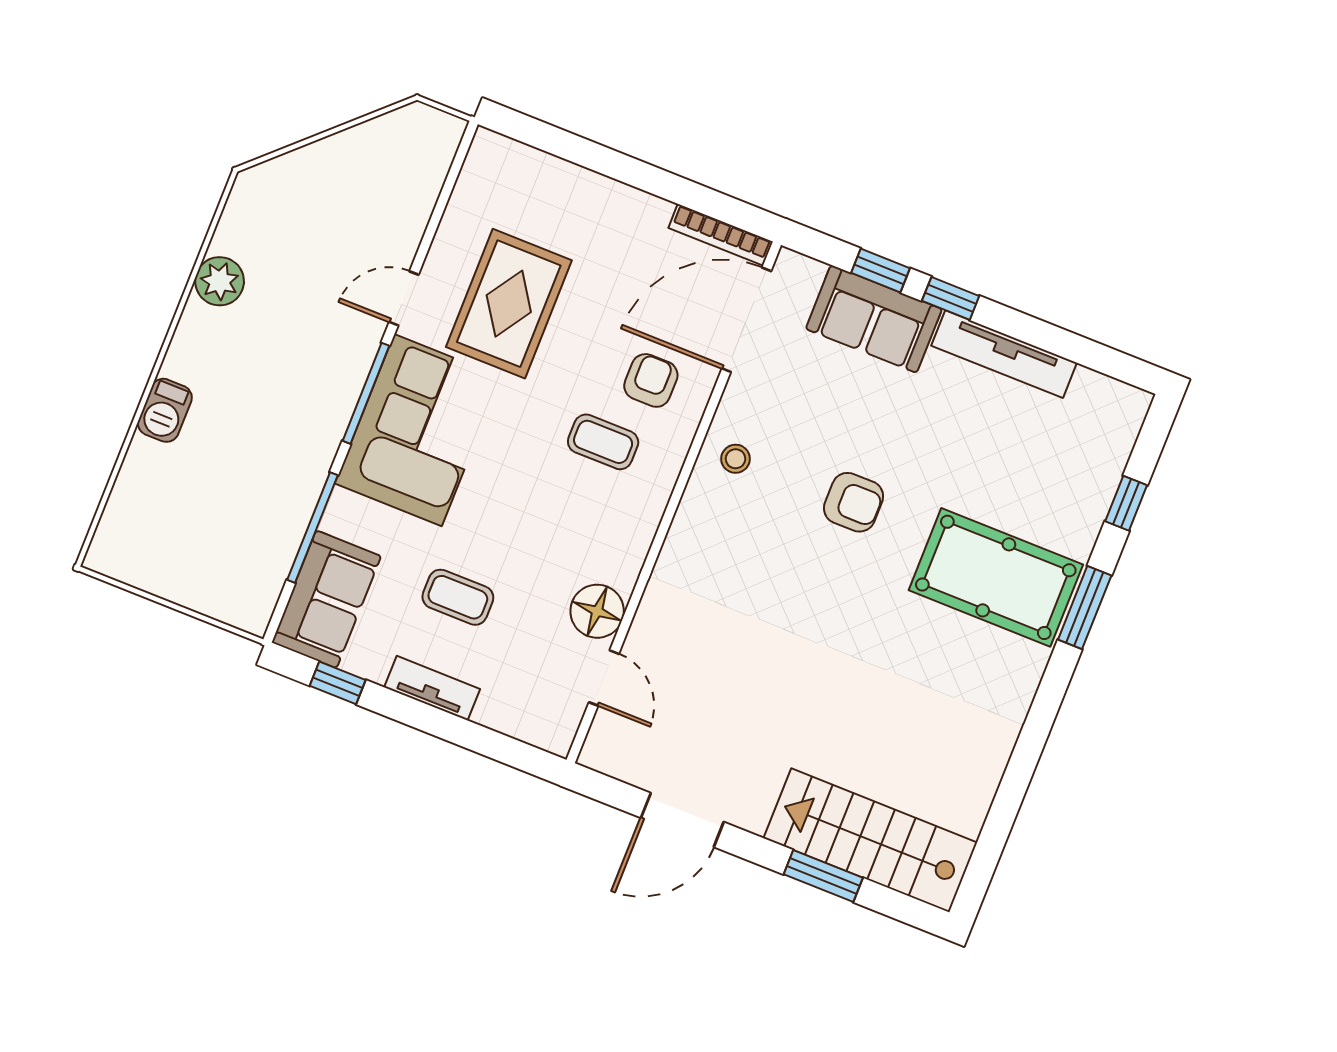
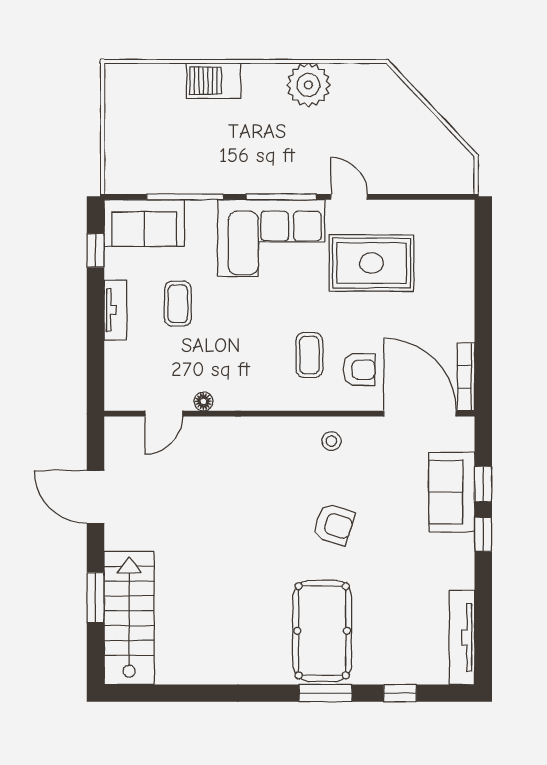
plant: (220, 281) -> (308, 85), width x1.36, depth x1.36
tv unit: (1004, 354) -> (462, 637), moved
barbecue: (165, 410) -> (214, 81), width x1.38, depth x1.27
armchair: (854, 502) -> (334, 525), turned -73
floor lamp: (597, 611) -> (203, 401), width x0.53, depth x0.53

